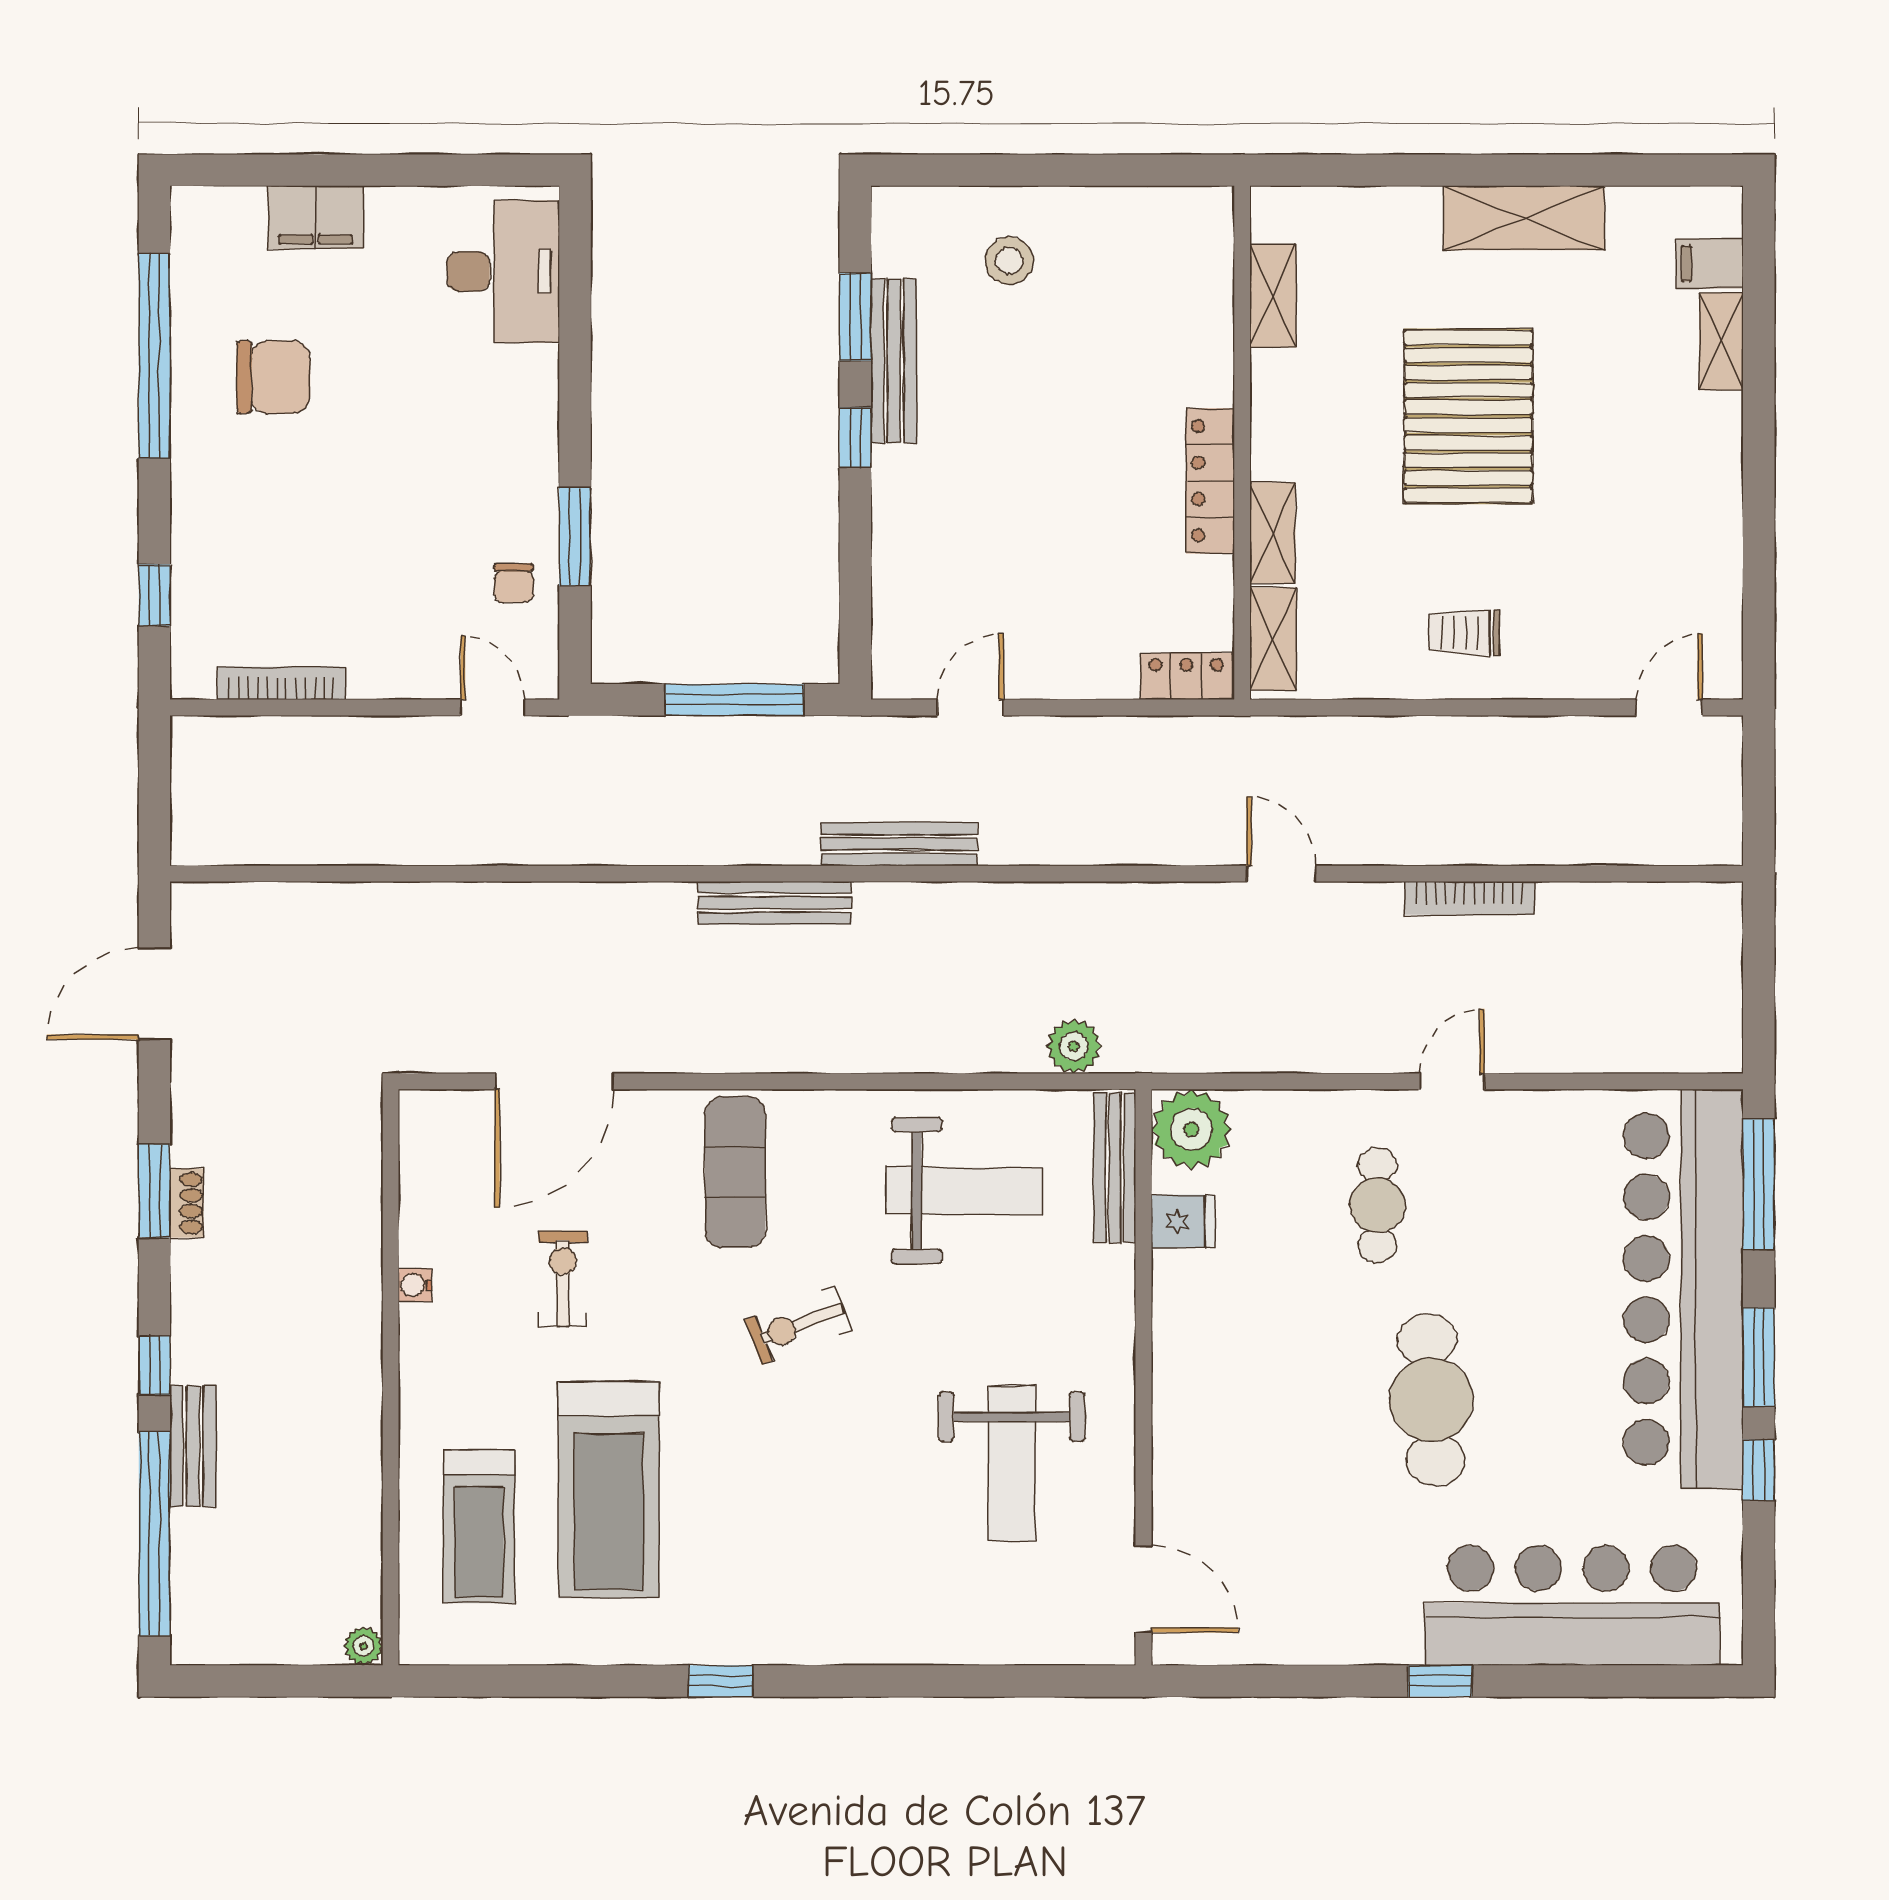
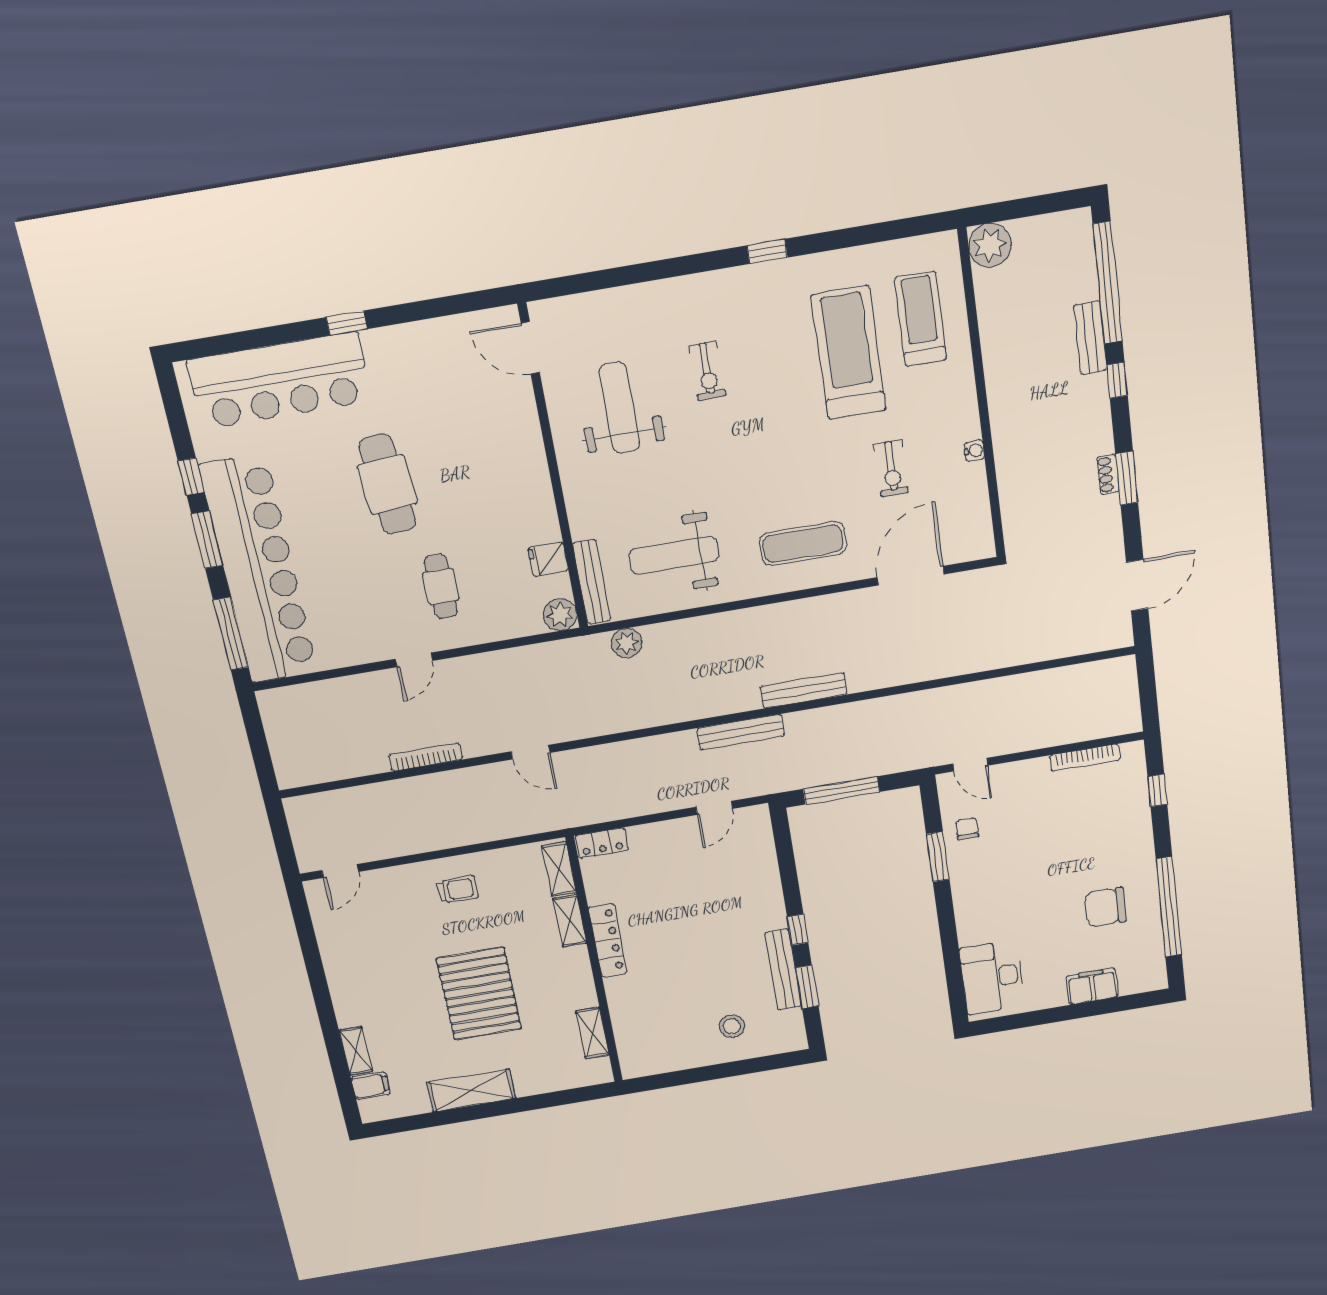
plant: (1191, 1129) -> (560, 615), width x0.73, depth x0.73
exercise mat: (735, 1172) -> (803, 544), turned 90
exercise bike: (798, 1325) -> (707, 371), moved, turned 110
plant: (364, 1646) -> (990, 245), width x1.87, depth x1.87

